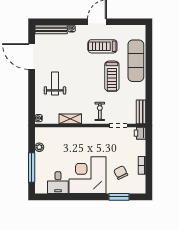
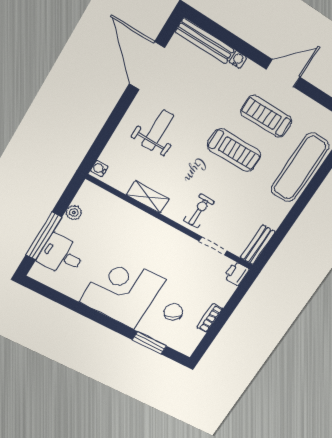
treadmill: (112, 76) -> (234, 150), moved, turned -90
desk: (58, 183) -> (62, 255), moved, turned 90

